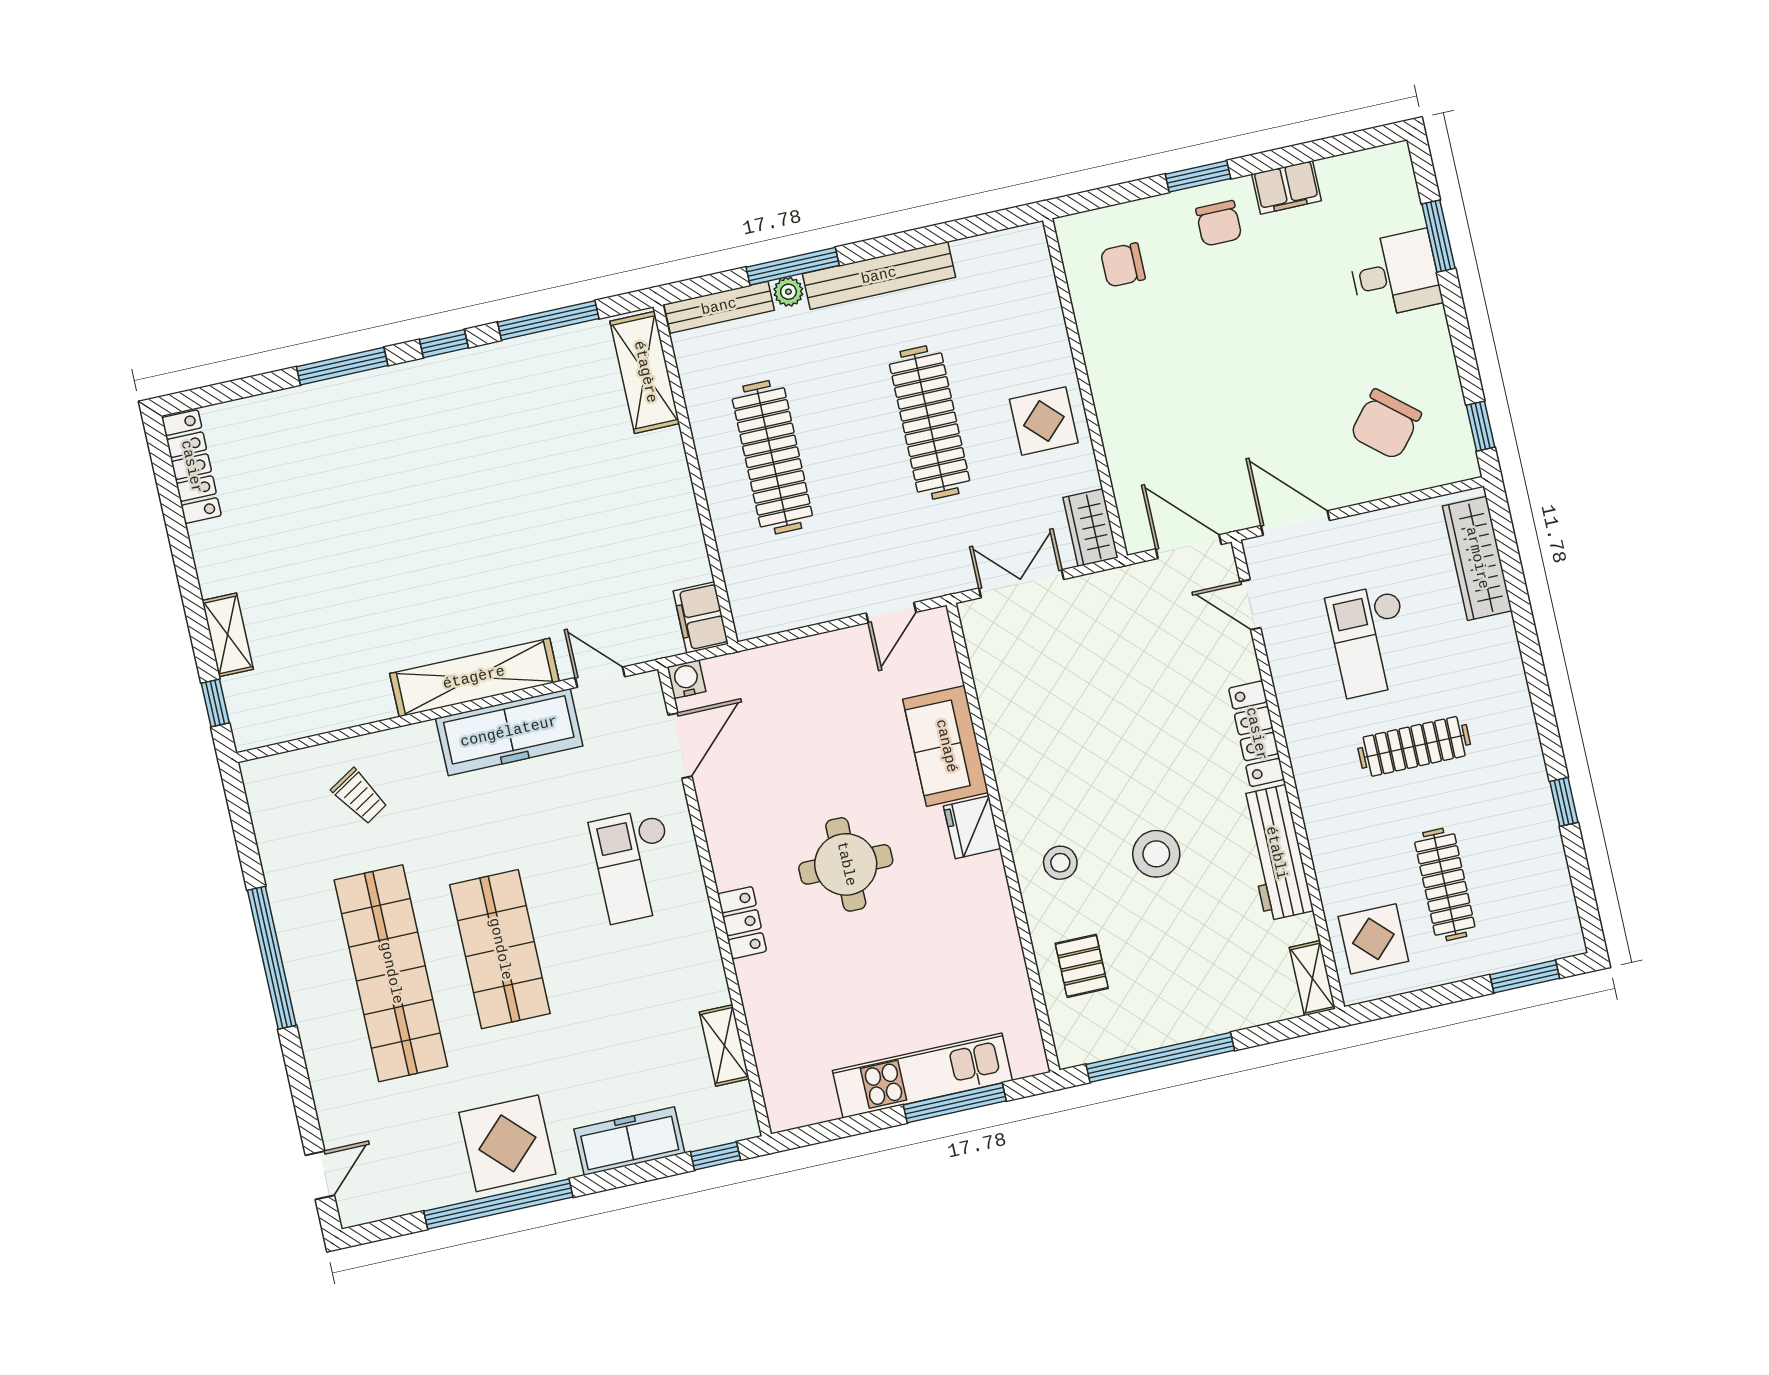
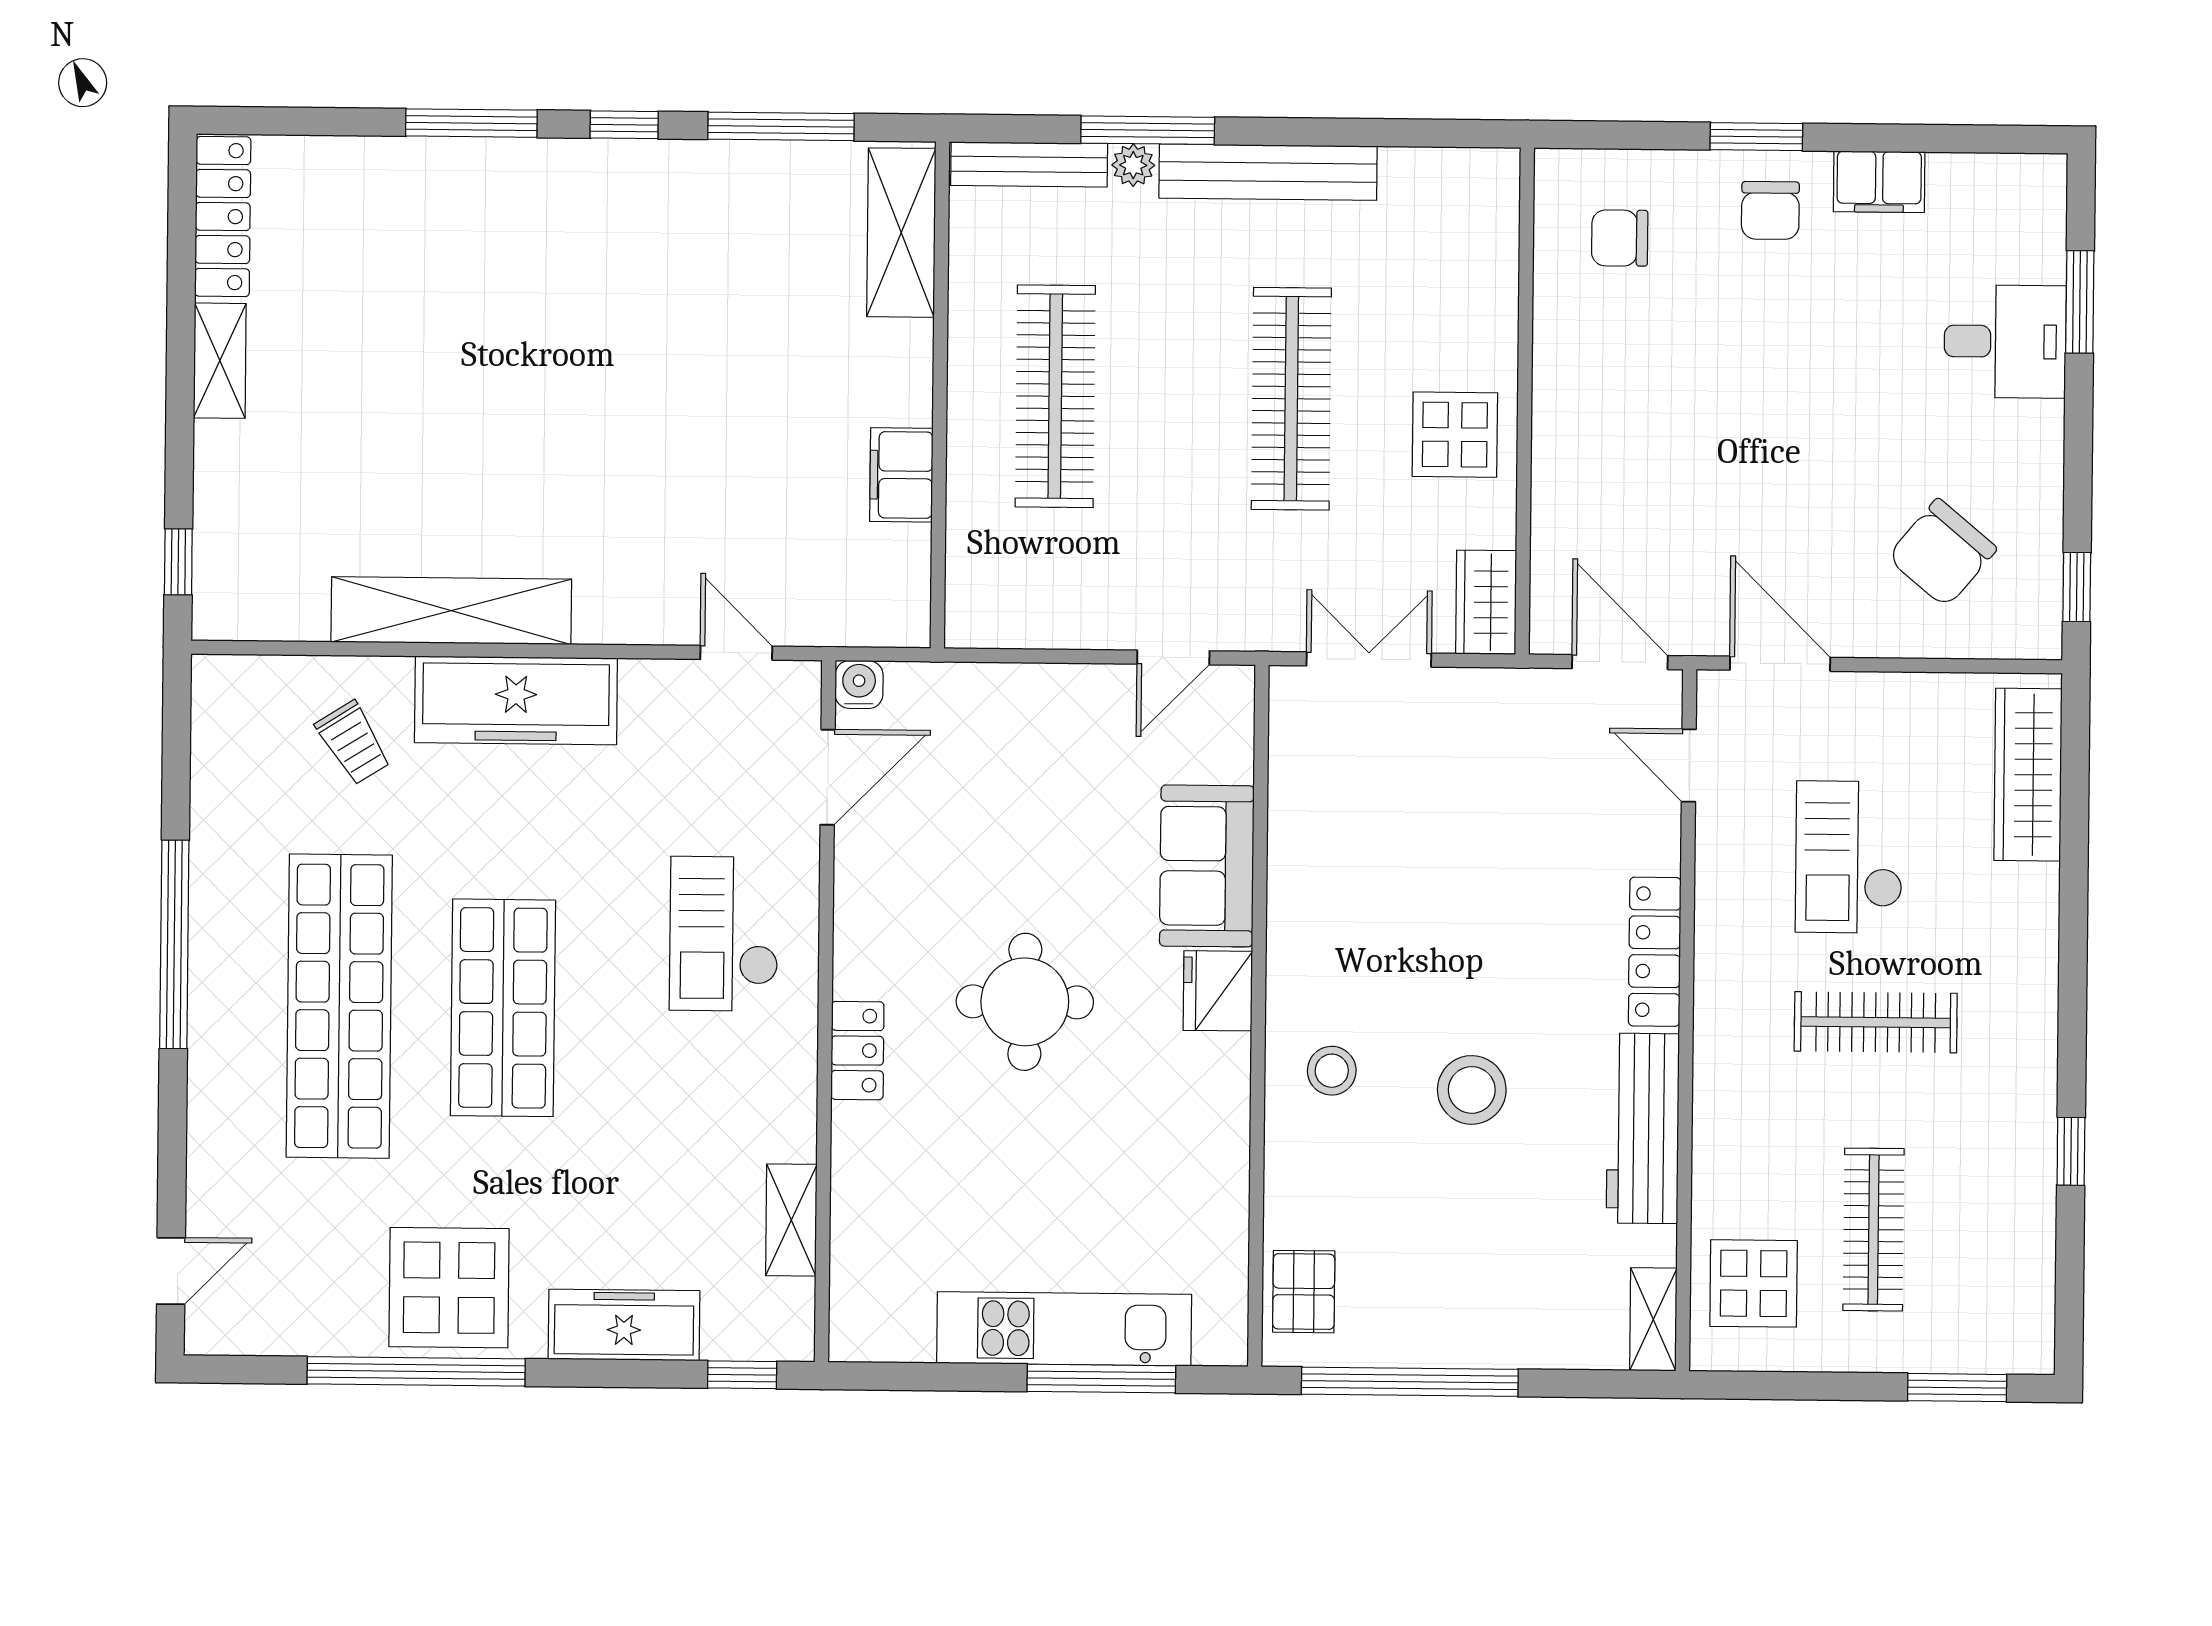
filing cabinet: (701, 618) -> (901, 475), moved
shelving: (228, 635) -> (220, 361), moved
shelving: (474, 678) -> (451, 611), moved
freezer: (509, 732) -> (516, 700), moved
pallet: (1082, 966) -> (1304, 1292), moved

